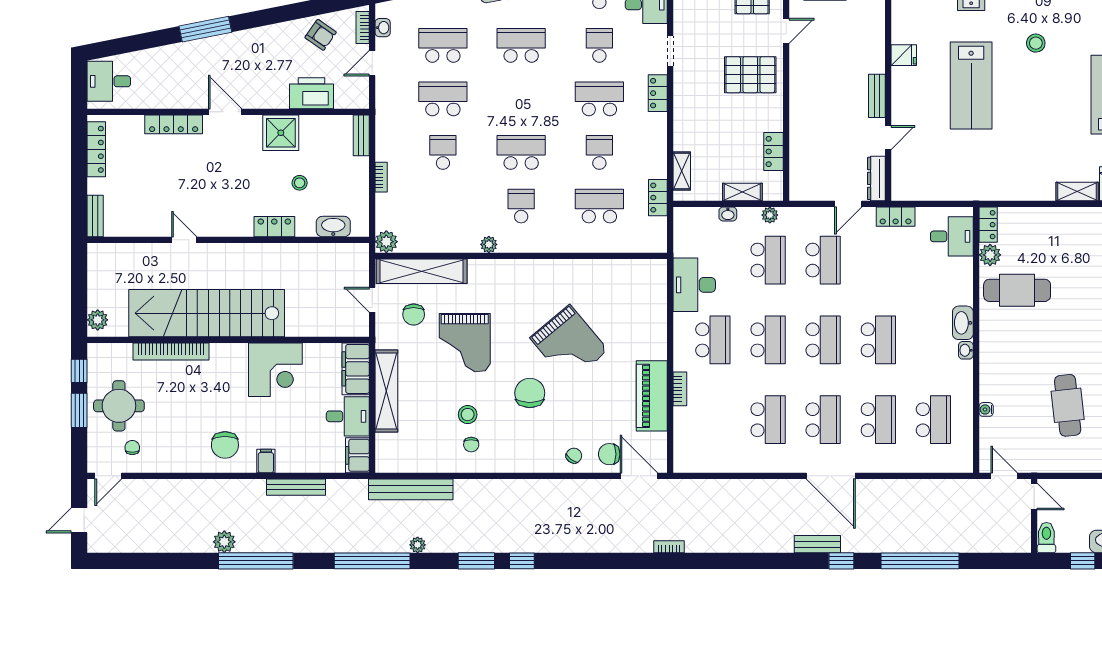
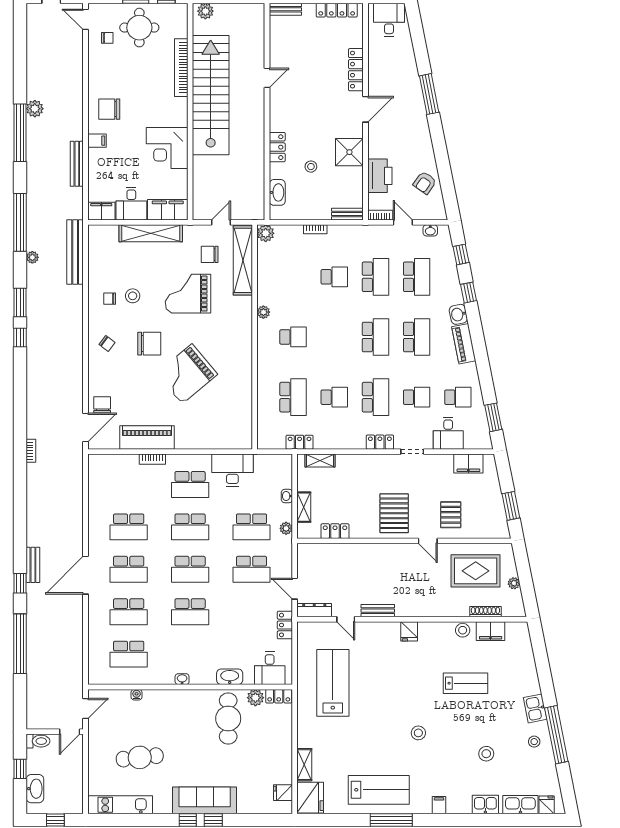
bookcase: (363, 28) -> (380, 215), moved
lab bench: (971, 85) -> (333, 683), moved, turned 90
school desk: (521, 152) -> (375, 337), moved
washbasin: (963, 323) -> (230, 677), moved
chair: (574, 456) -> (107, 343), moved

